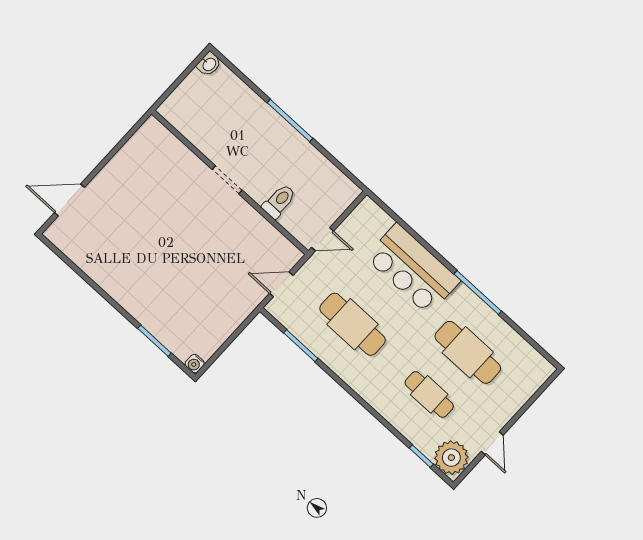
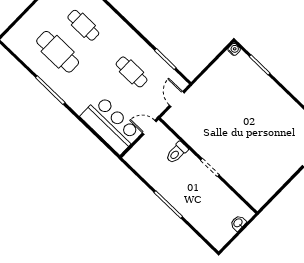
washbasin: (209, 64) -> (238, 223), moved
bar counter: (413, 269) -> (111, 125), moved
door: (281, 284) -> (177, 99), swing flipped
cafe table: (353, 324) -> (132, 72), width x0.73, depth x0.74

